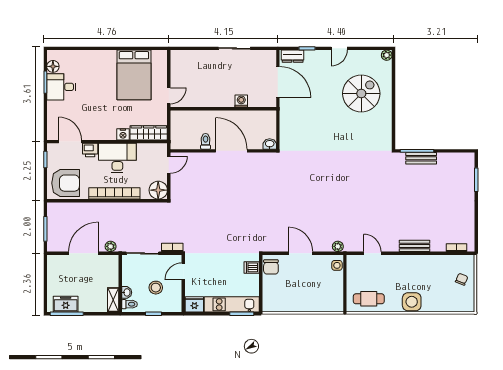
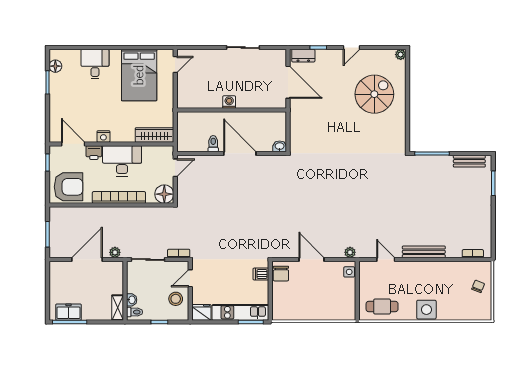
desk: (61, 87) -> (95, 64), moved, turned 90
door: (169, 96) -> (175, 65), moved
washing machine: (241, 101) -> (229, 102), moved
nightstand: (123, 134) -> (103, 136), moved
bench: (421, 158) -> (469, 161), moved
bench: (415, 246) -> (424, 252), width x1.36
stool: (156, 288) -> (176, 299), moved

